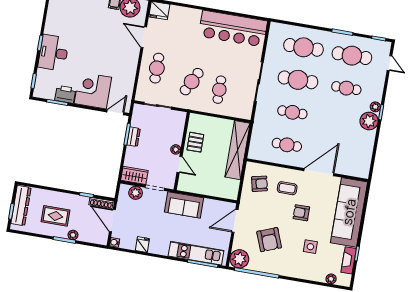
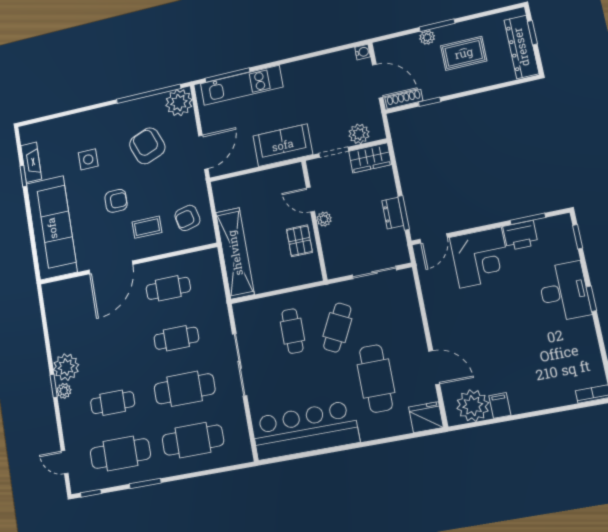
cafe table: (157, 68) -> (376, 379), moved, width x1.37, depth x1.35
fridge: (142, 245) -> (322, 66), removed
plant: (331, 279) -> (46, 128), removed

